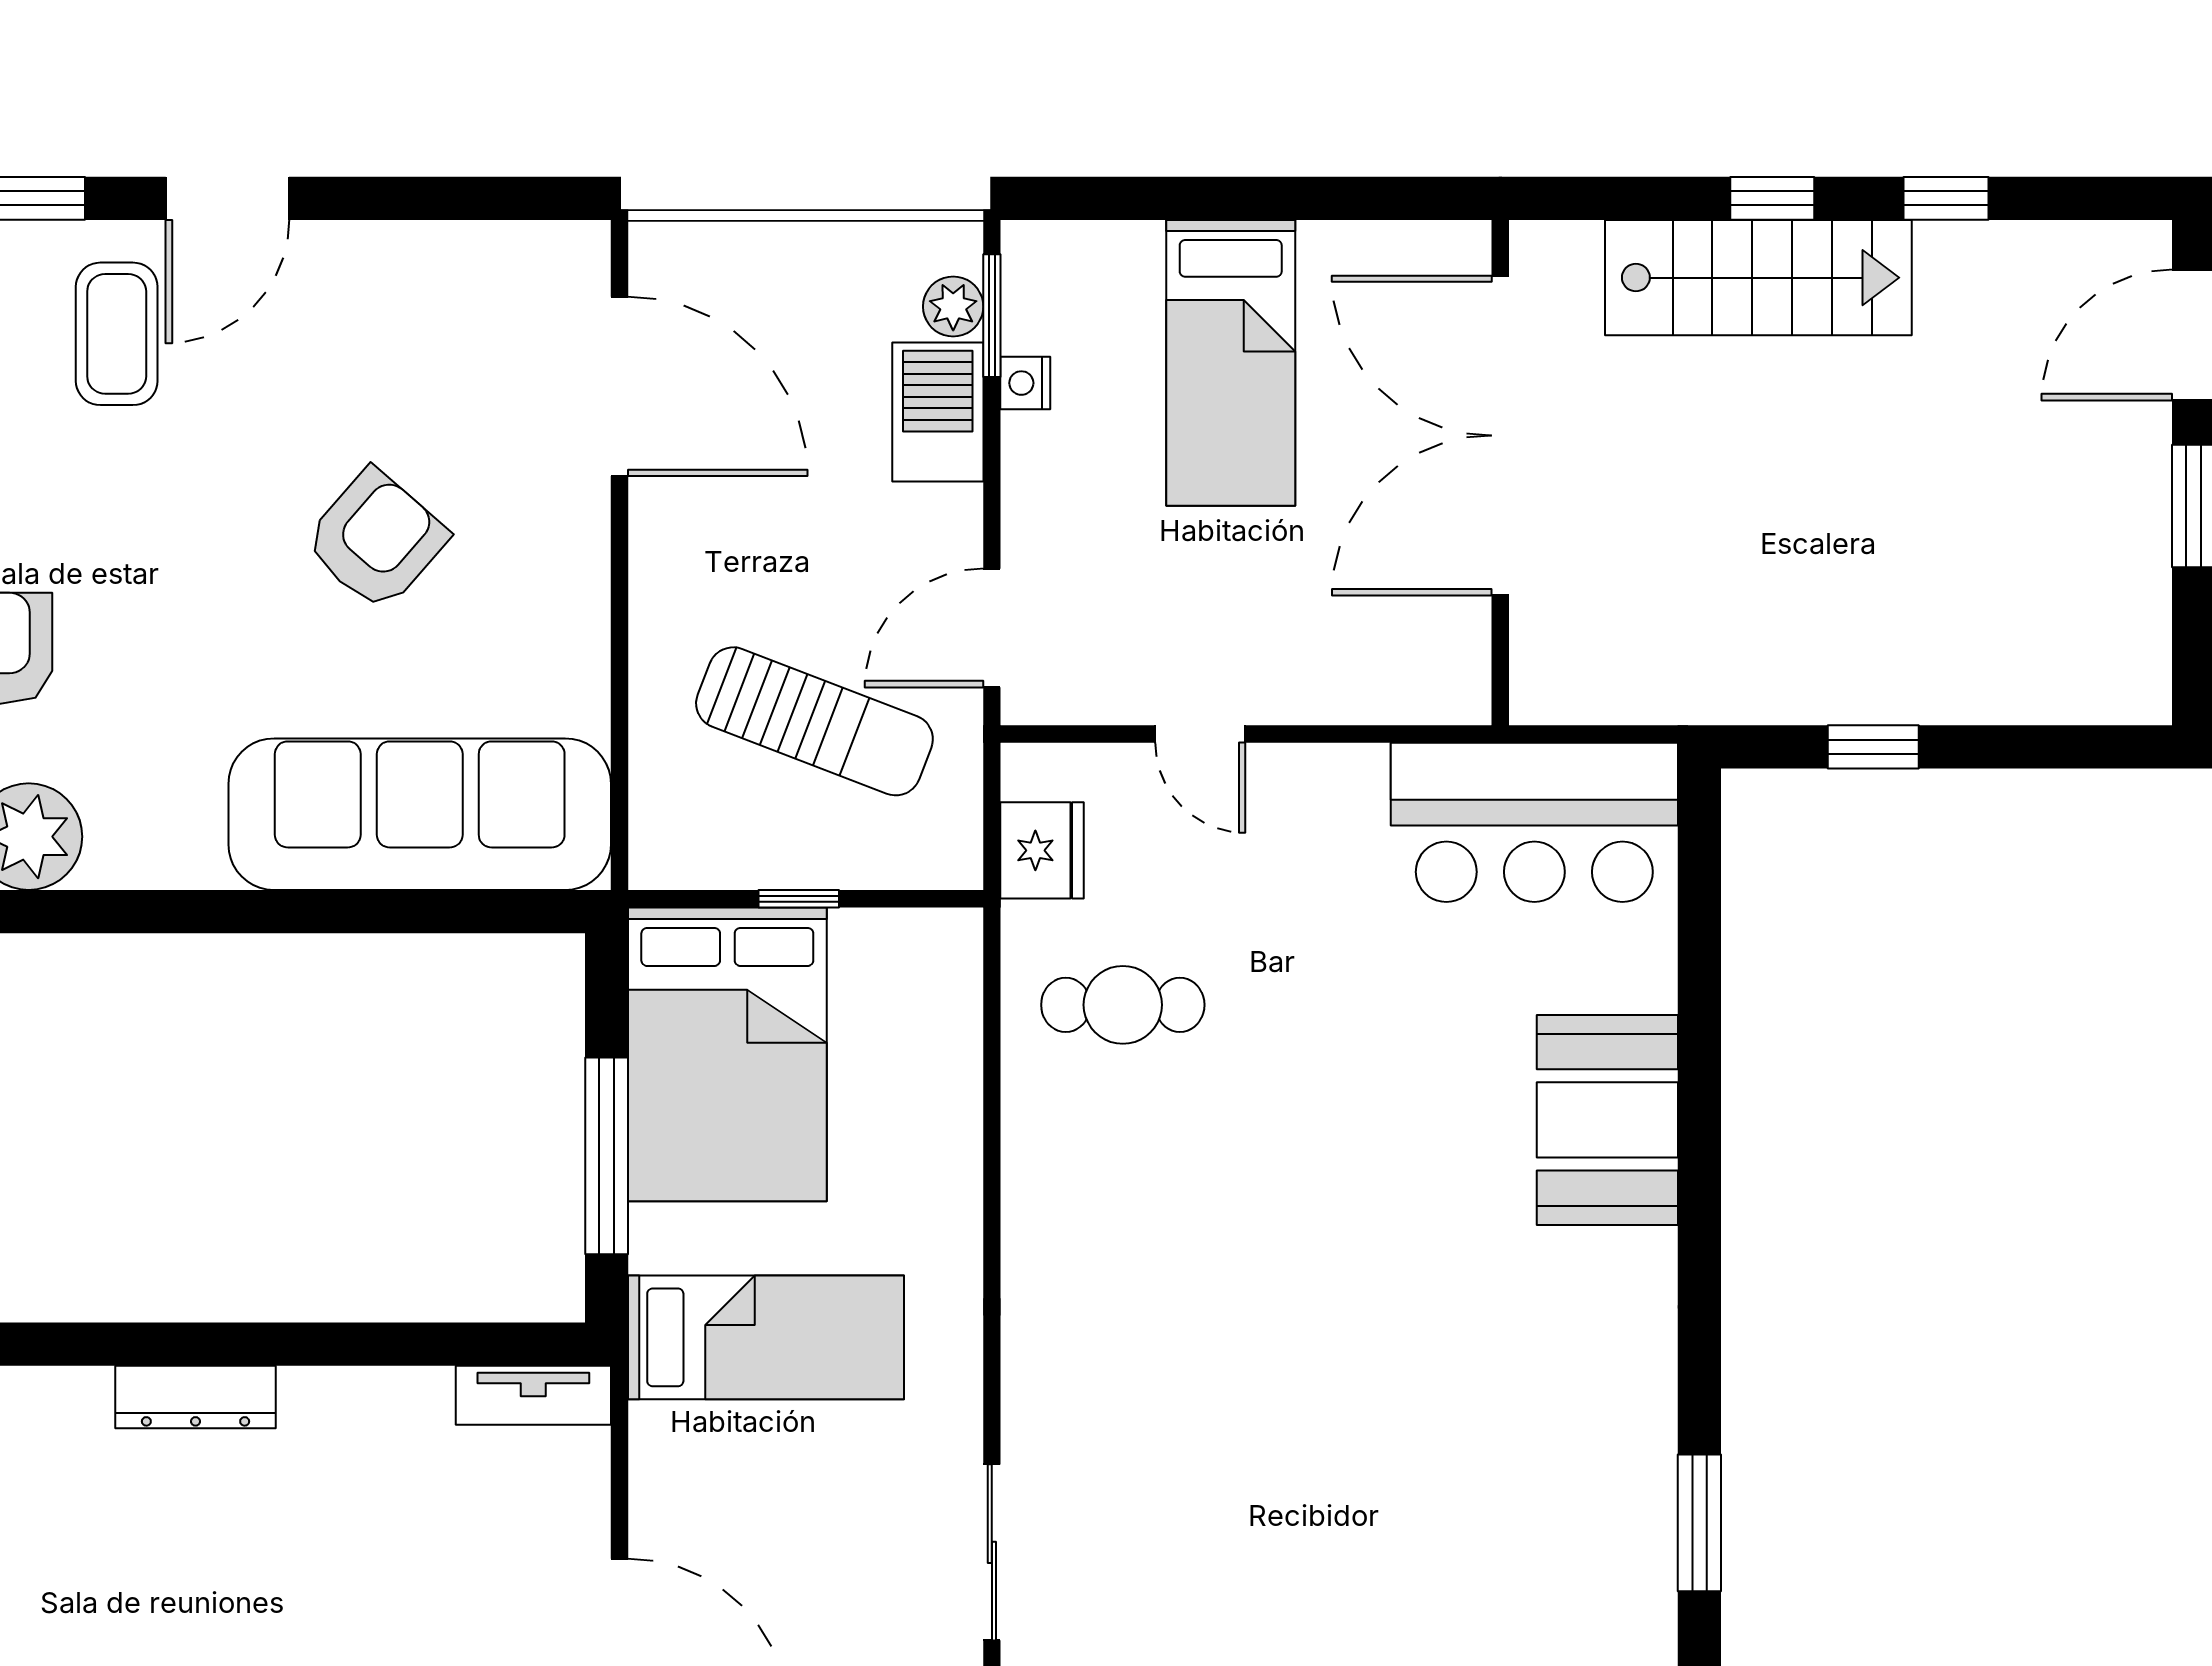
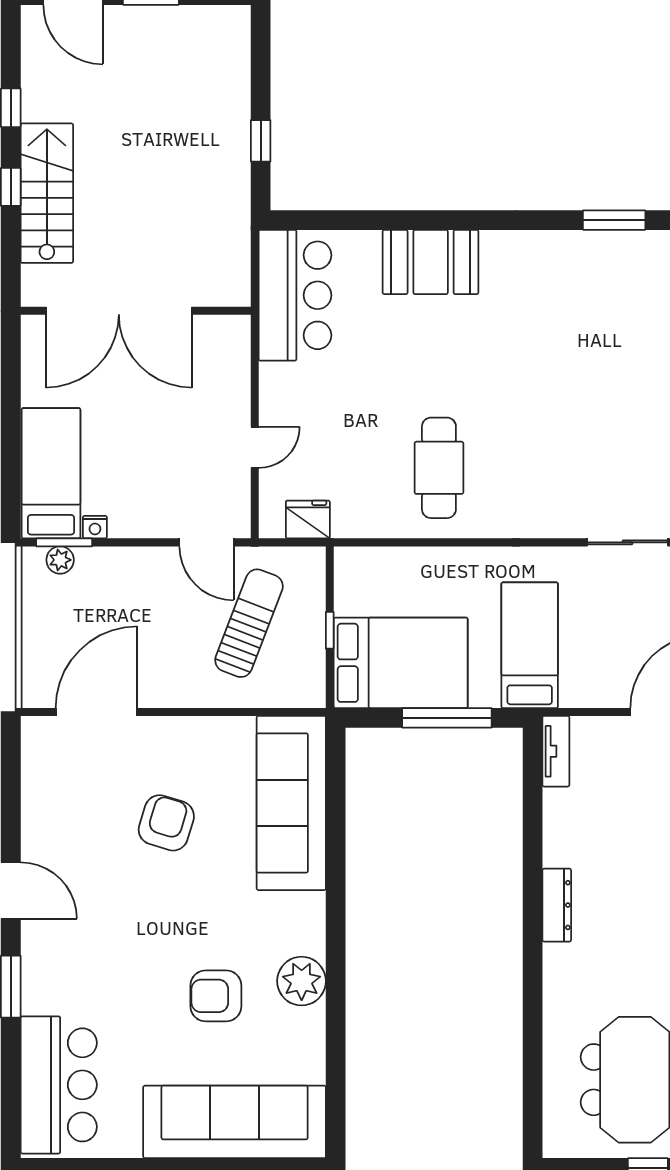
coffee table: (117, 334) -> (73, 941), removed
bed: (1231, 363) -> (51, 473), moved, turned -90
barbecue: (938, 412) -> (108, 567), removed
armchair: (376, 540) -> (166, 823), turned 66
cafe table: (1123, 1005) -> (439, 468), moved, width x1.37, depth x1.35

